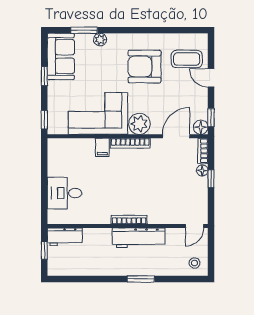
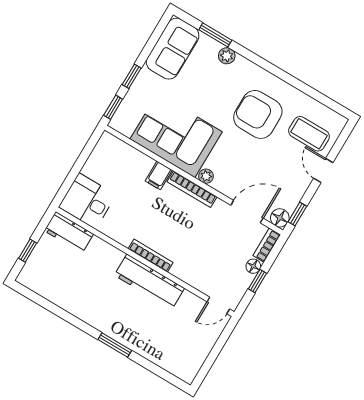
window: (44, 76) -> (132, 76), moved
plant: (139, 124) -> (206, 176), width x0.53, depth x0.53
bookcase: (129, 220) -> (151, 256), moved
wall: (128, 226) -> (145, 262), moved
door: (194, 226) -> (218, 305), moved
workbench: (65, 237) -> (69, 232), moved
workbench: (139, 238) -> (149, 282), moved
stool: (194, 263) -> (184, 363), removed

